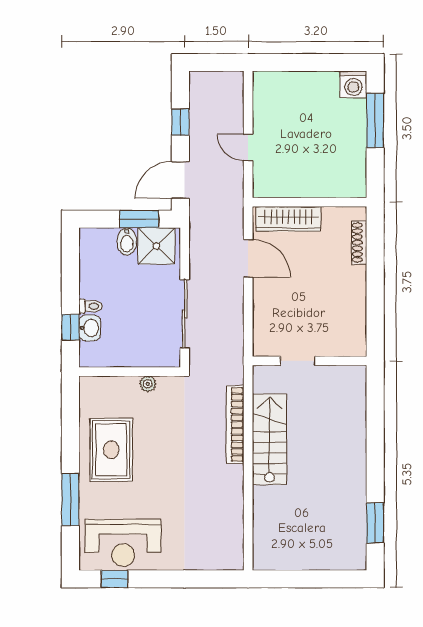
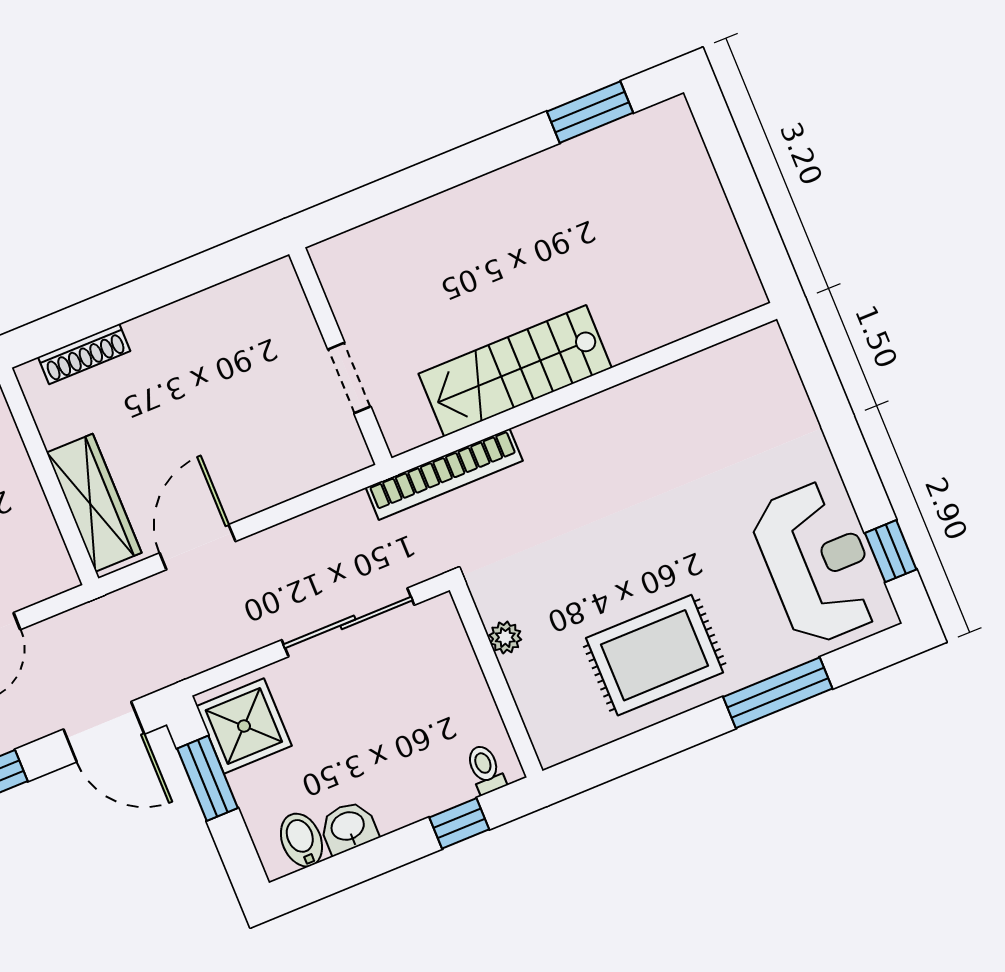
bidet: (127, 241) -> (301, 840), moved, turned -90
toilet: (91, 306) -> (485, 769), moved
washbasin: (90, 328) -> (348, 827), moved
bookcase: (235, 424) -> (444, 474), moved

